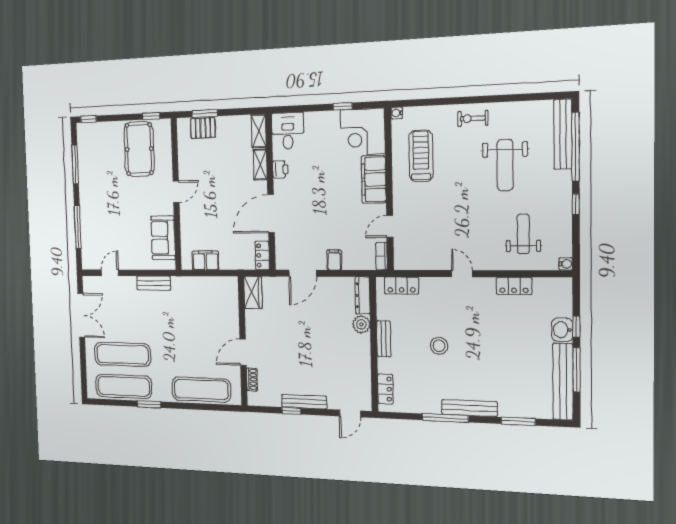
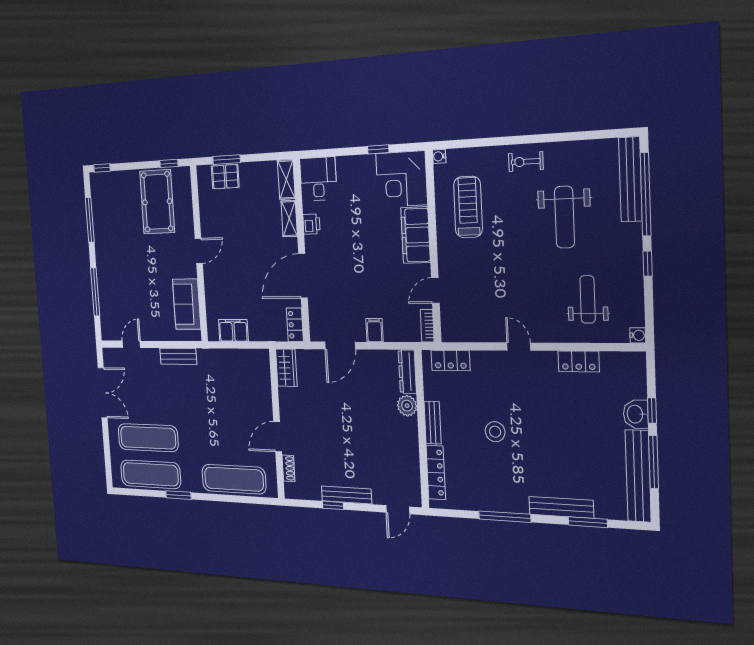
locker: (385, 389) -> (436, 472), width x1.53
bench: (469, 408) -> (561, 507), moved

